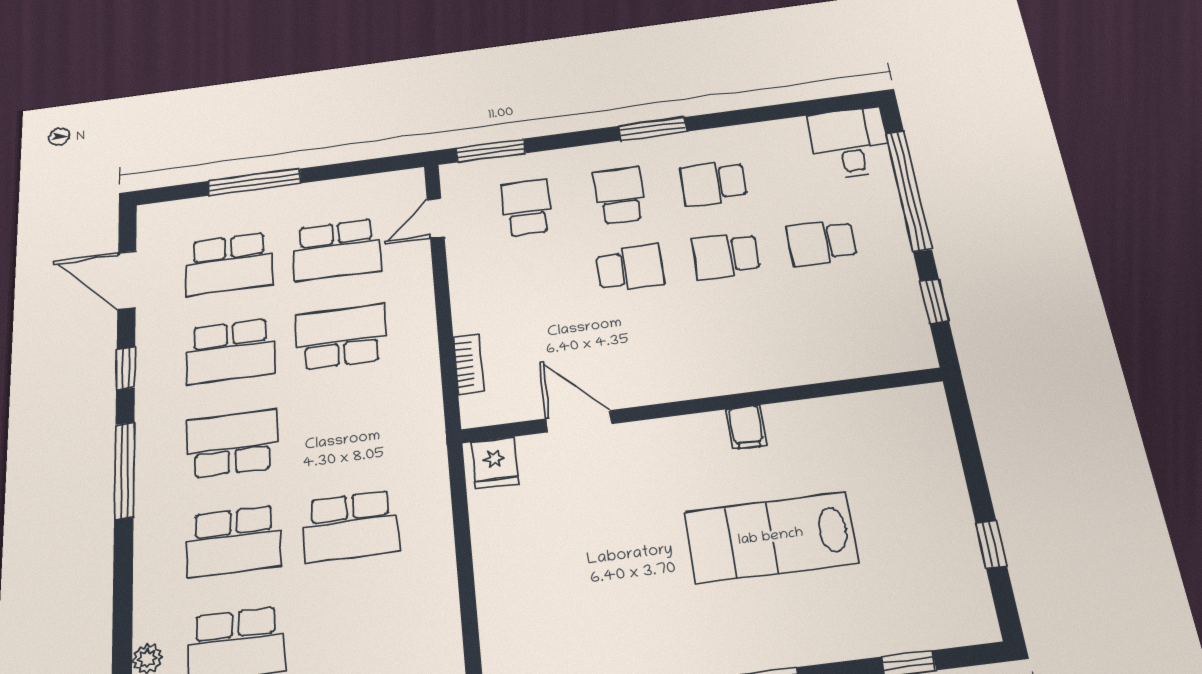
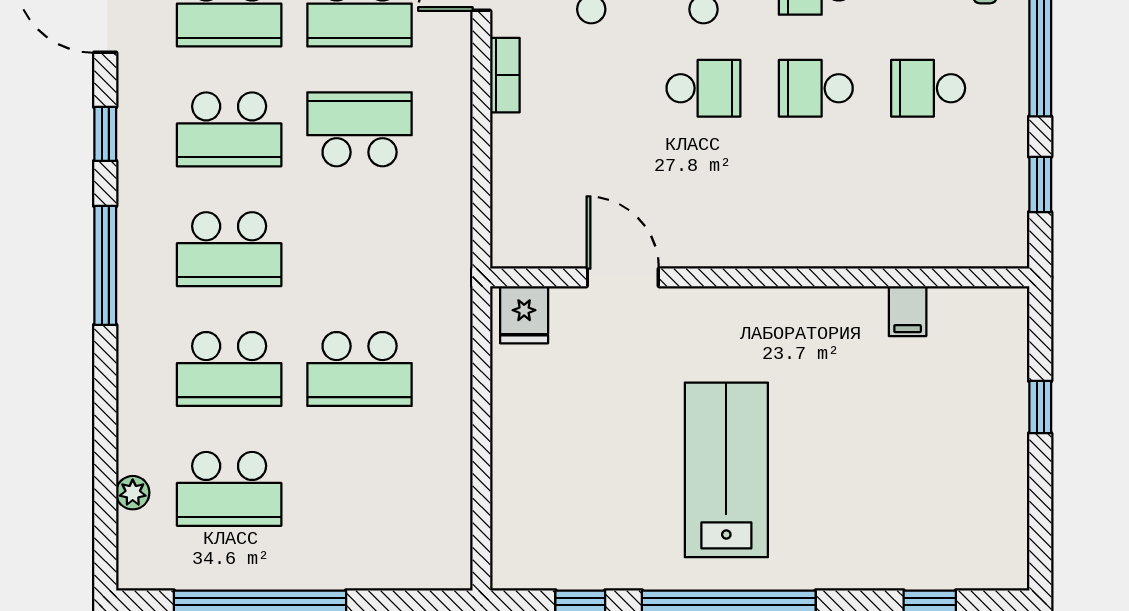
bookcase: (468, 364) -> (505, 75), moved
filing cabinet: (746, 427) -> (908, 311), moved
school desk: (232, 444) -> (229, 249), turned 180
lab bench: (771, 537) -> (726, 470), moved, turned 90
window: (991, 544) -> (1040, 407), moved

